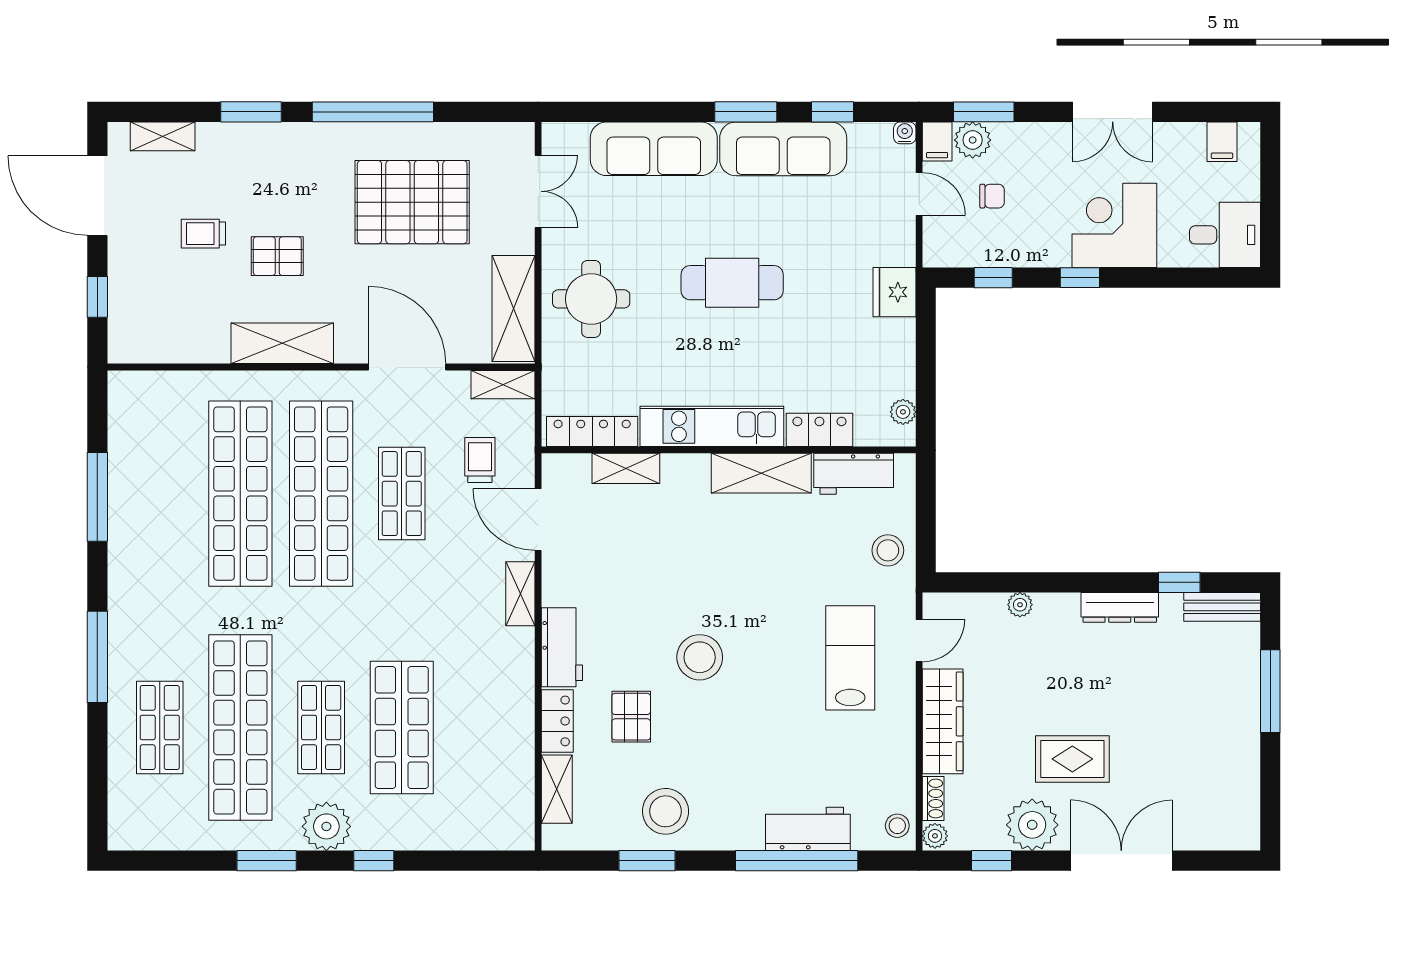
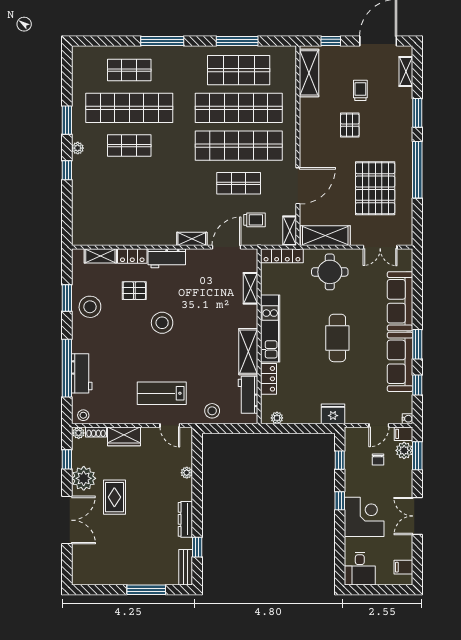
shelving: (282, 343) -> (309, 73), moved
locker: (592, 432) -> (282, 256), moved, turned 90
lab bench: (850, 658) -> (162, 393), turned 180
wardrobe: (943, 721) -> (124, 436), width x0.67
shop shelf: (402, 728) -> (239, 70), moved
plant: (326, 826) -> (78, 148), width x0.53, depth x0.53

